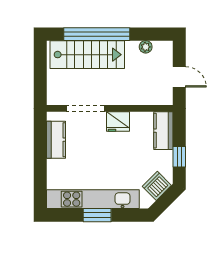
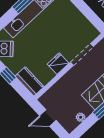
kitchen counter: (56, 140) -> (82, 23), removed

